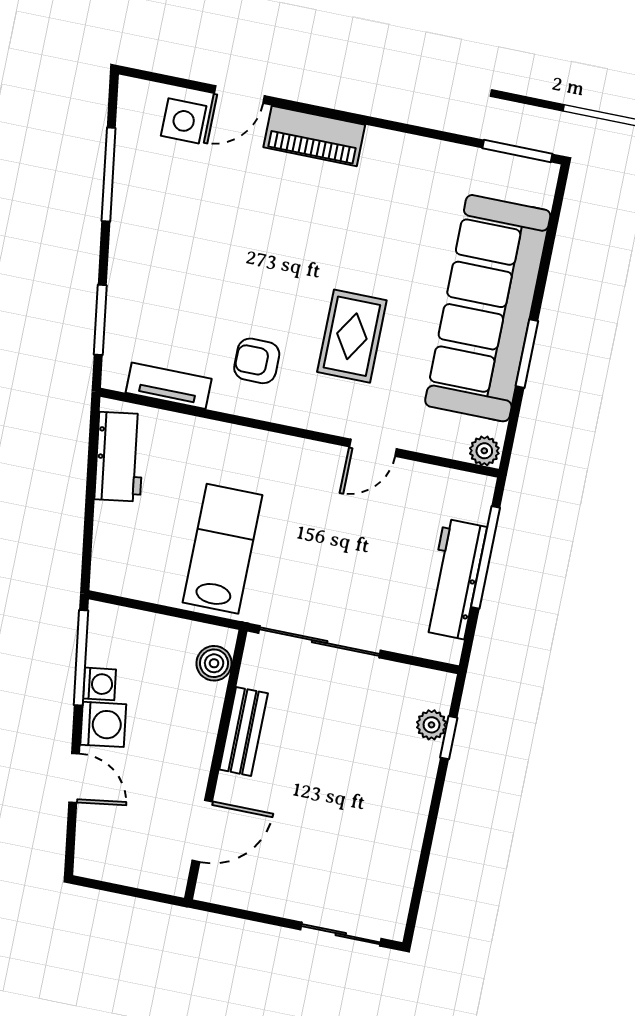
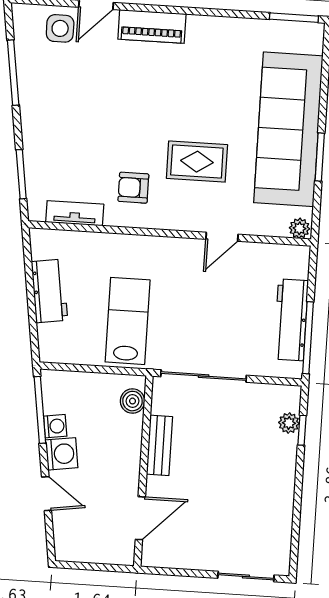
rug: (352, 336) -> (197, 162), turned 90
workbench: (120, 457) -> (49, 291), moved
window: (485, 557) -> (308, 338), moved

